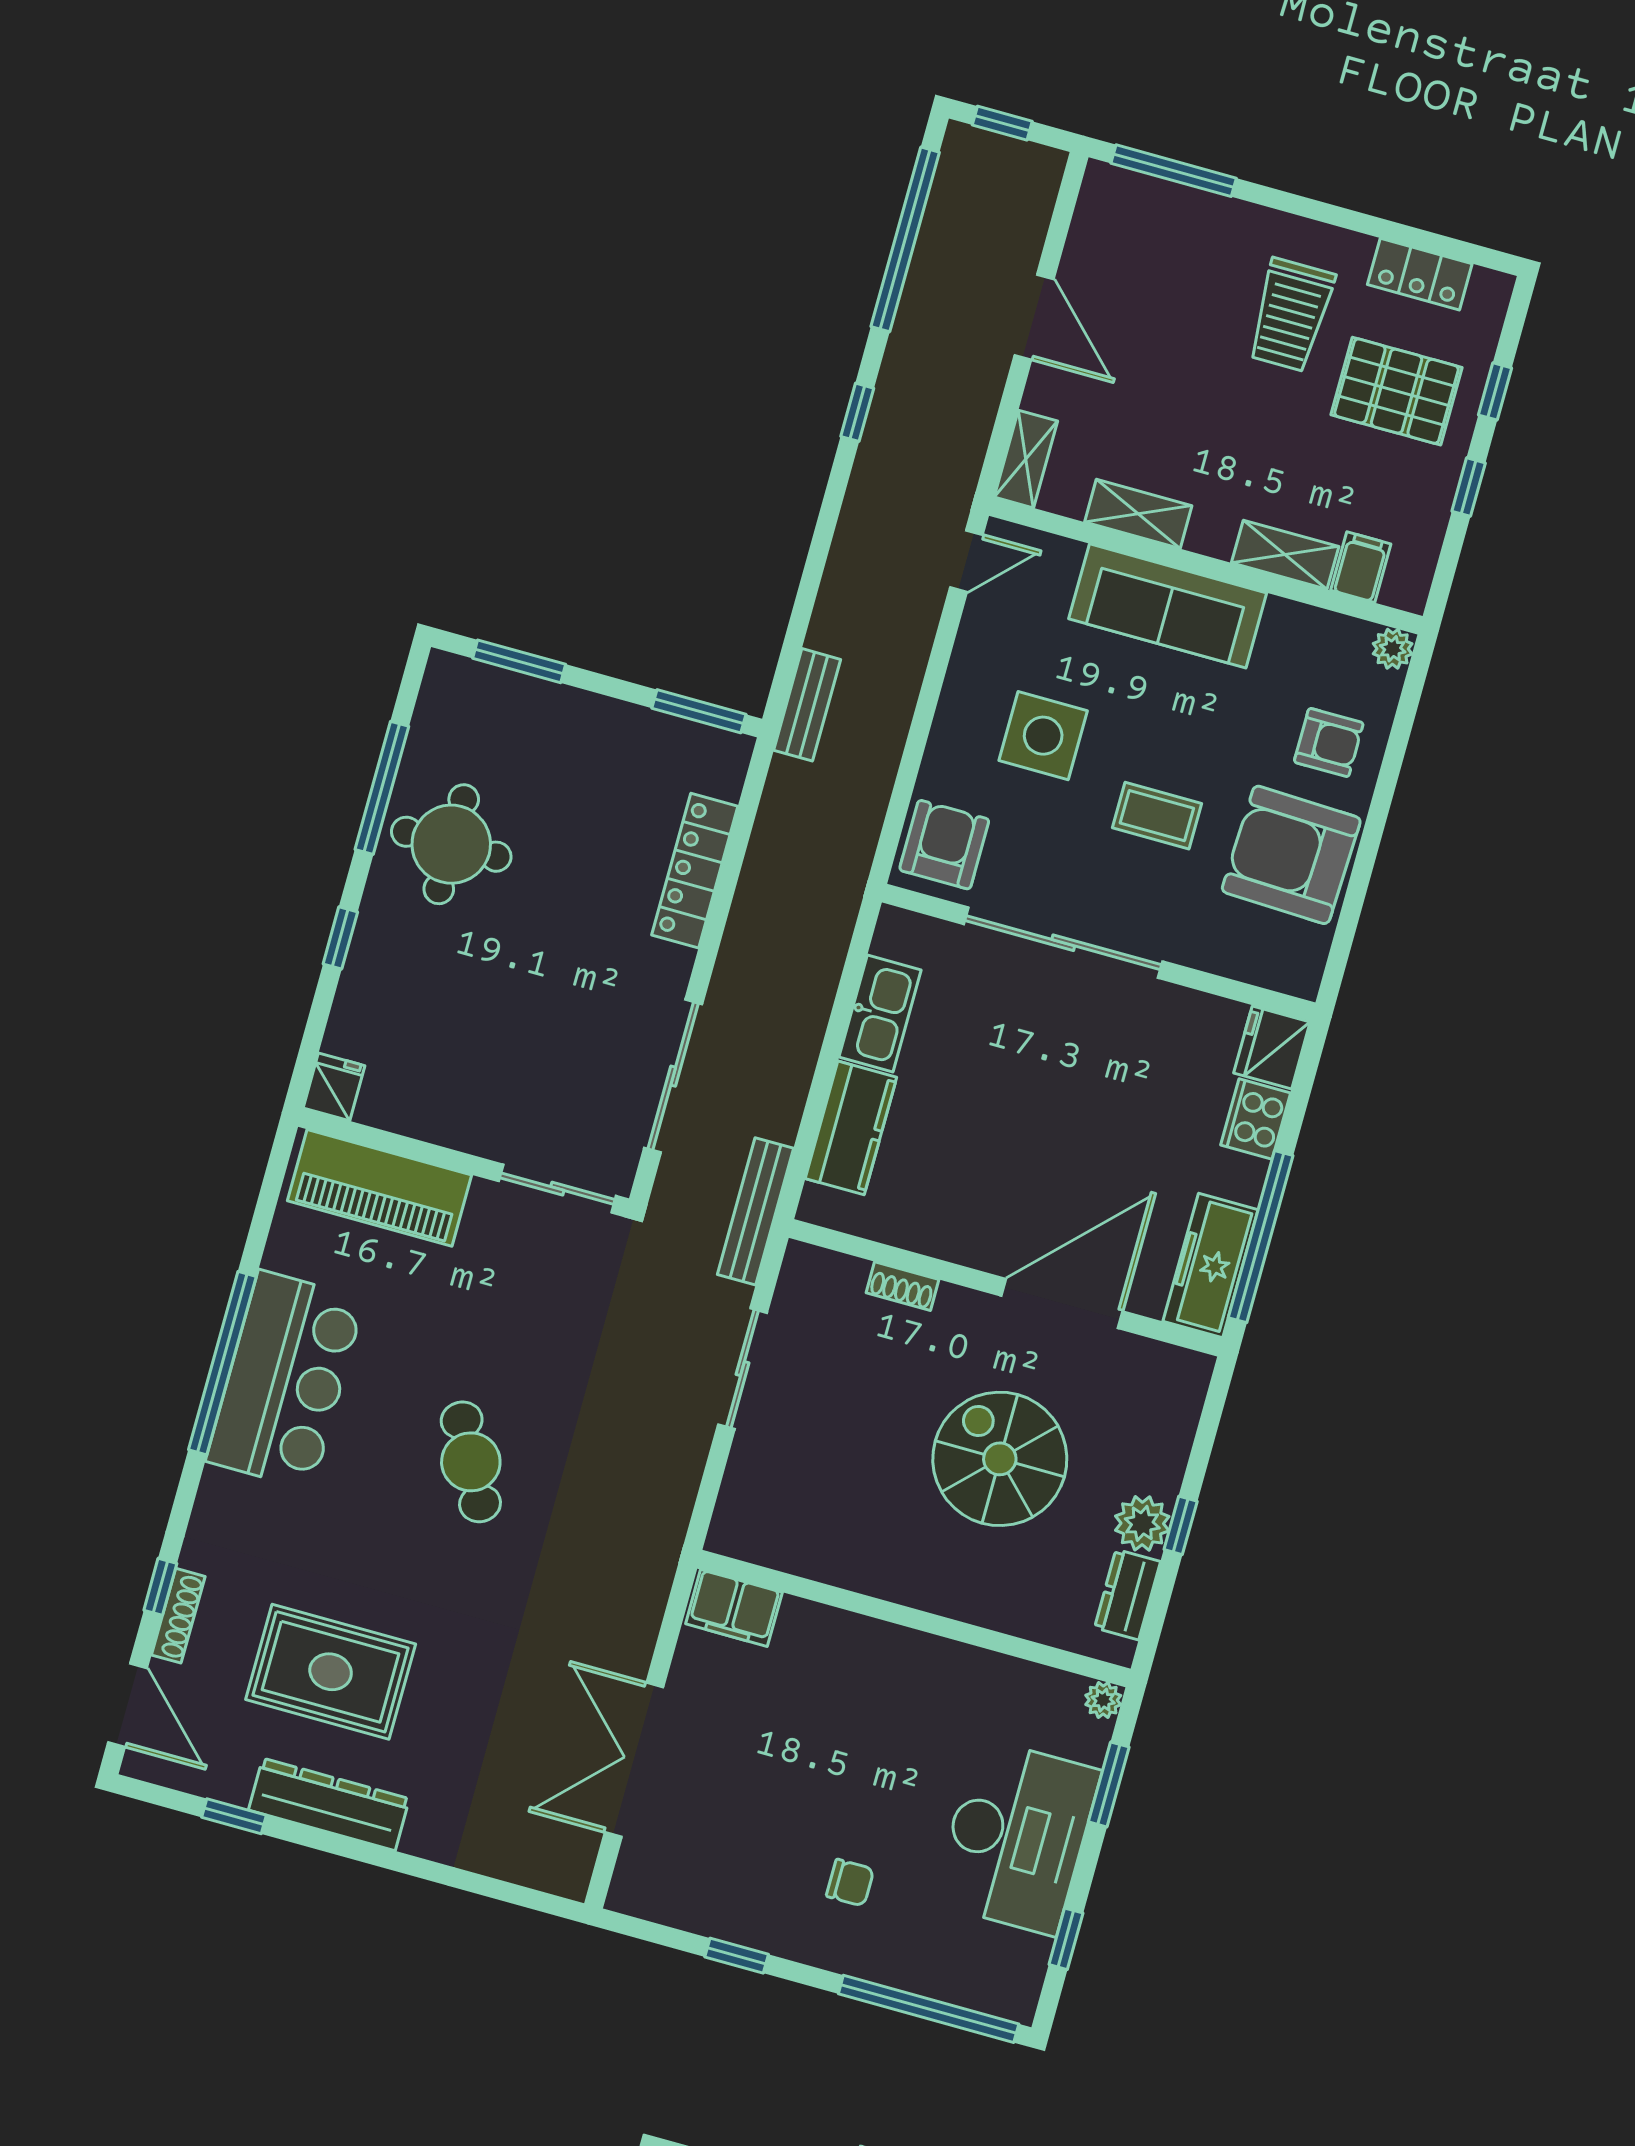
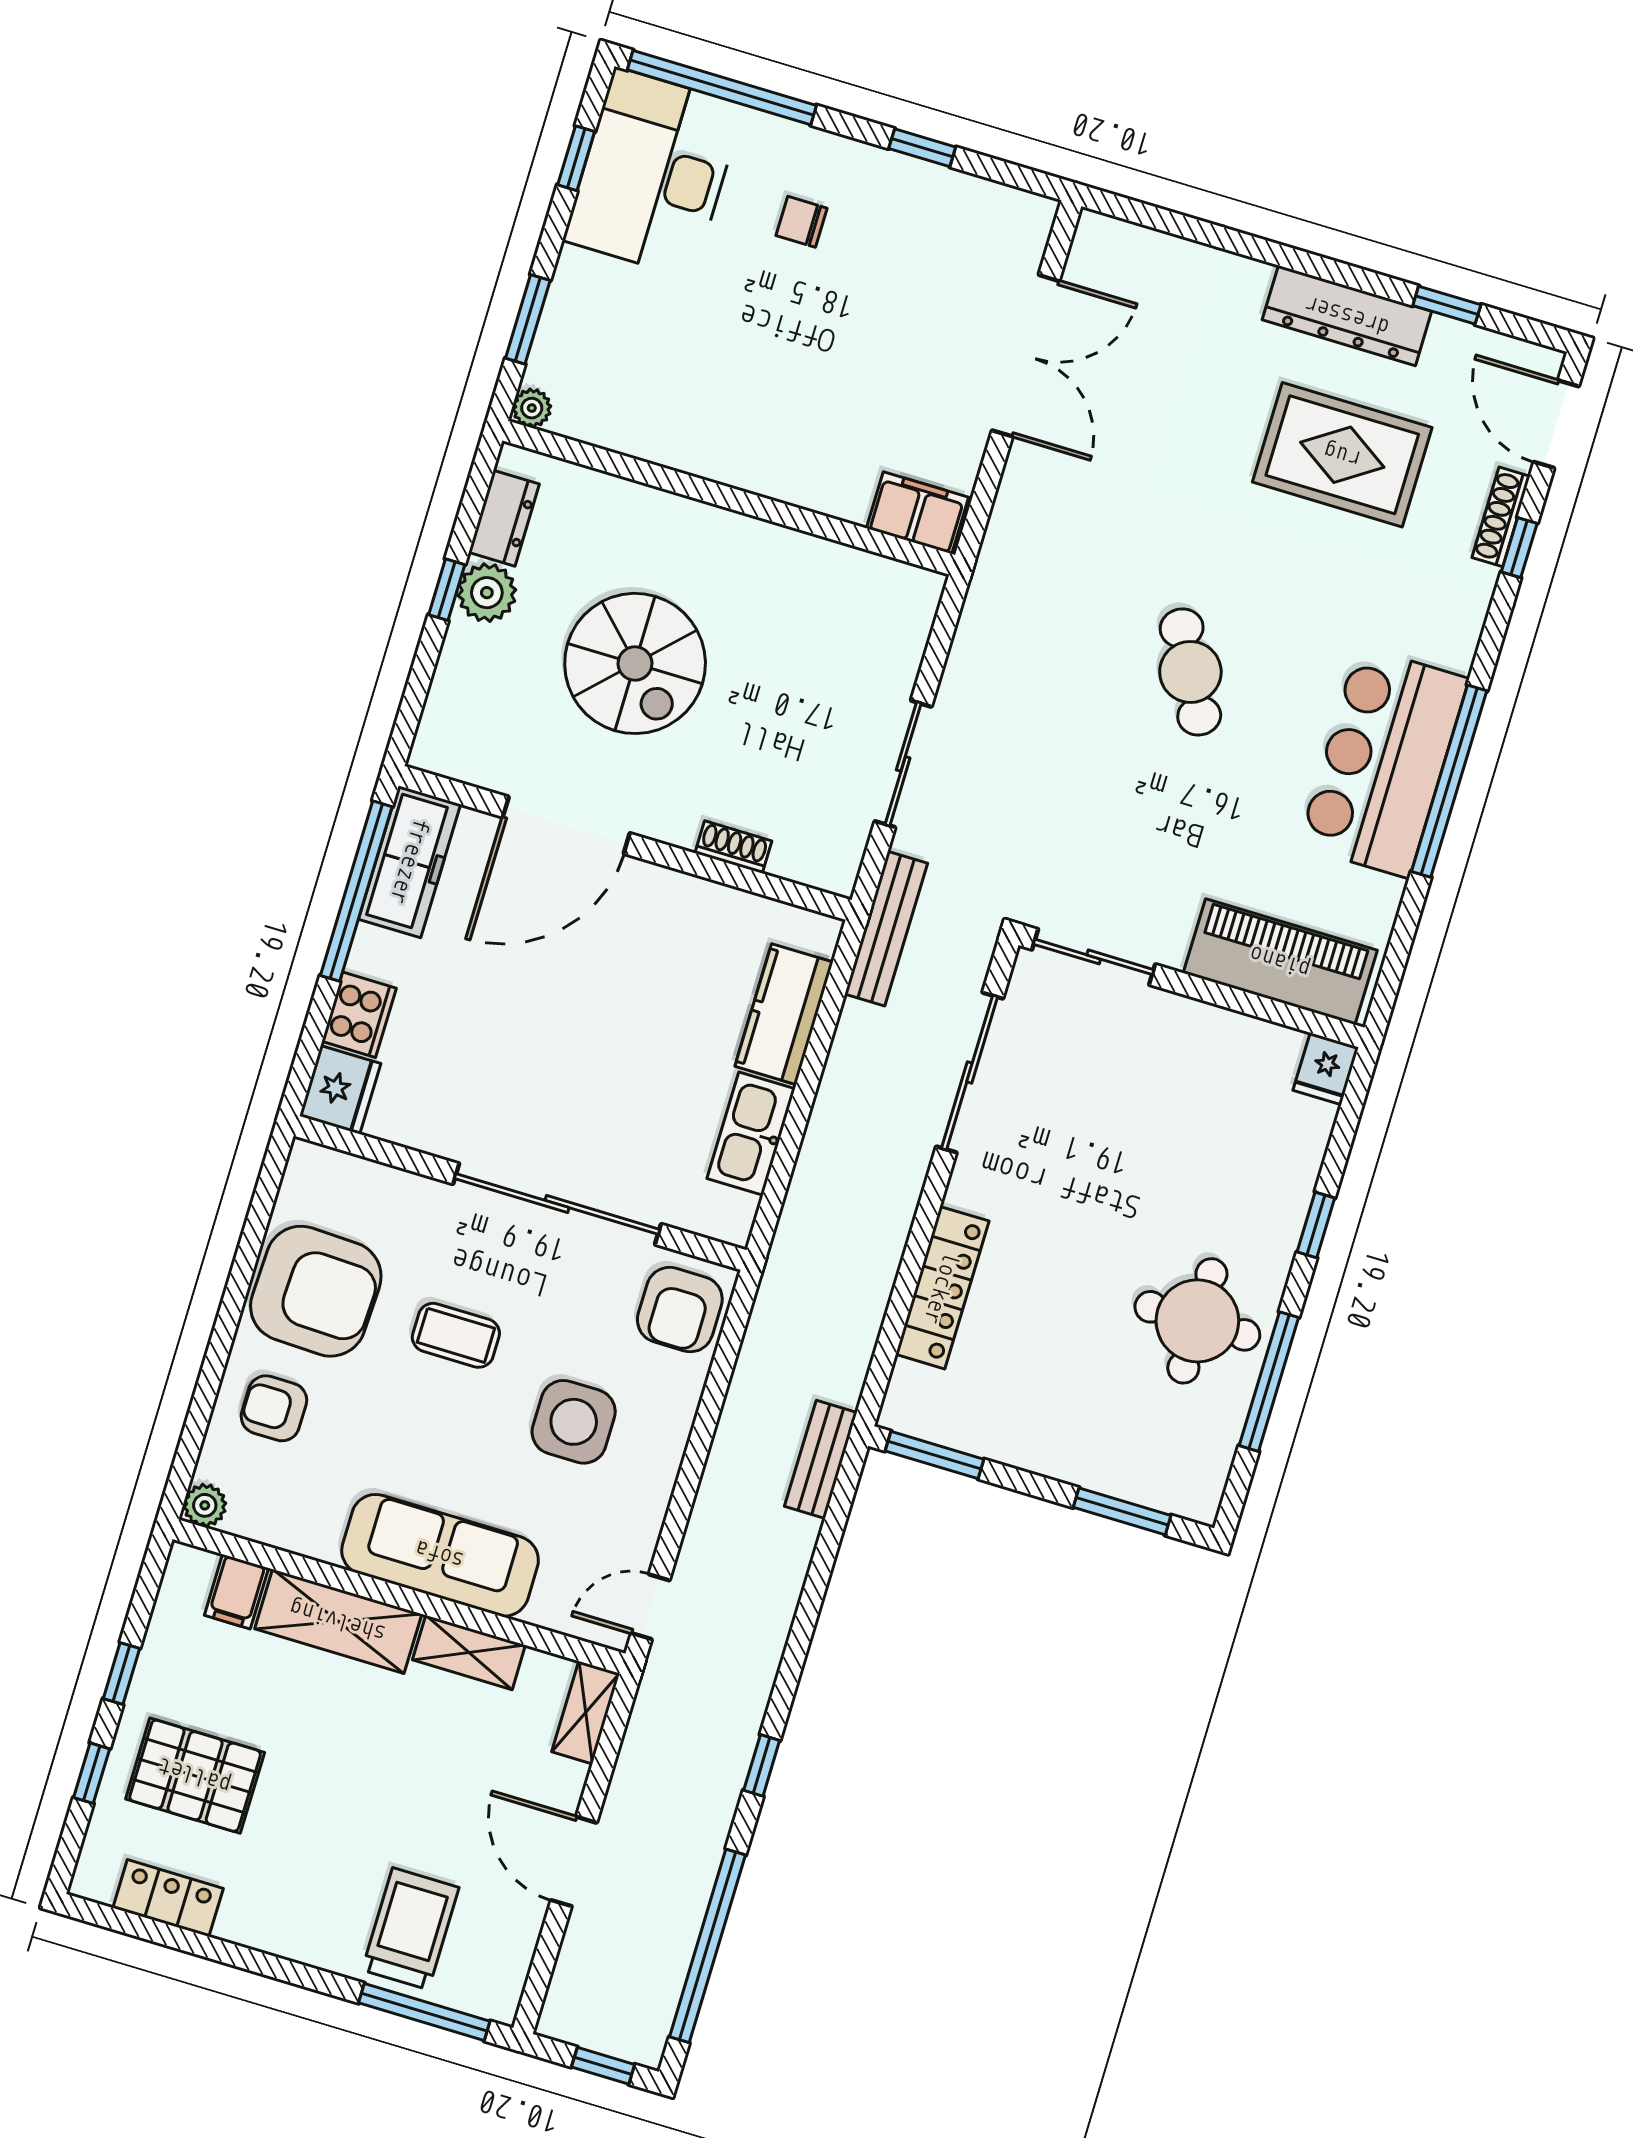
trolley: (1291, 315) -> (410, 1929), moved
shelving: (1285, 555) -> (338, 1621), width x1.50, depth x1.33
desk: (1017, 1837) -> (654, 173), moved

